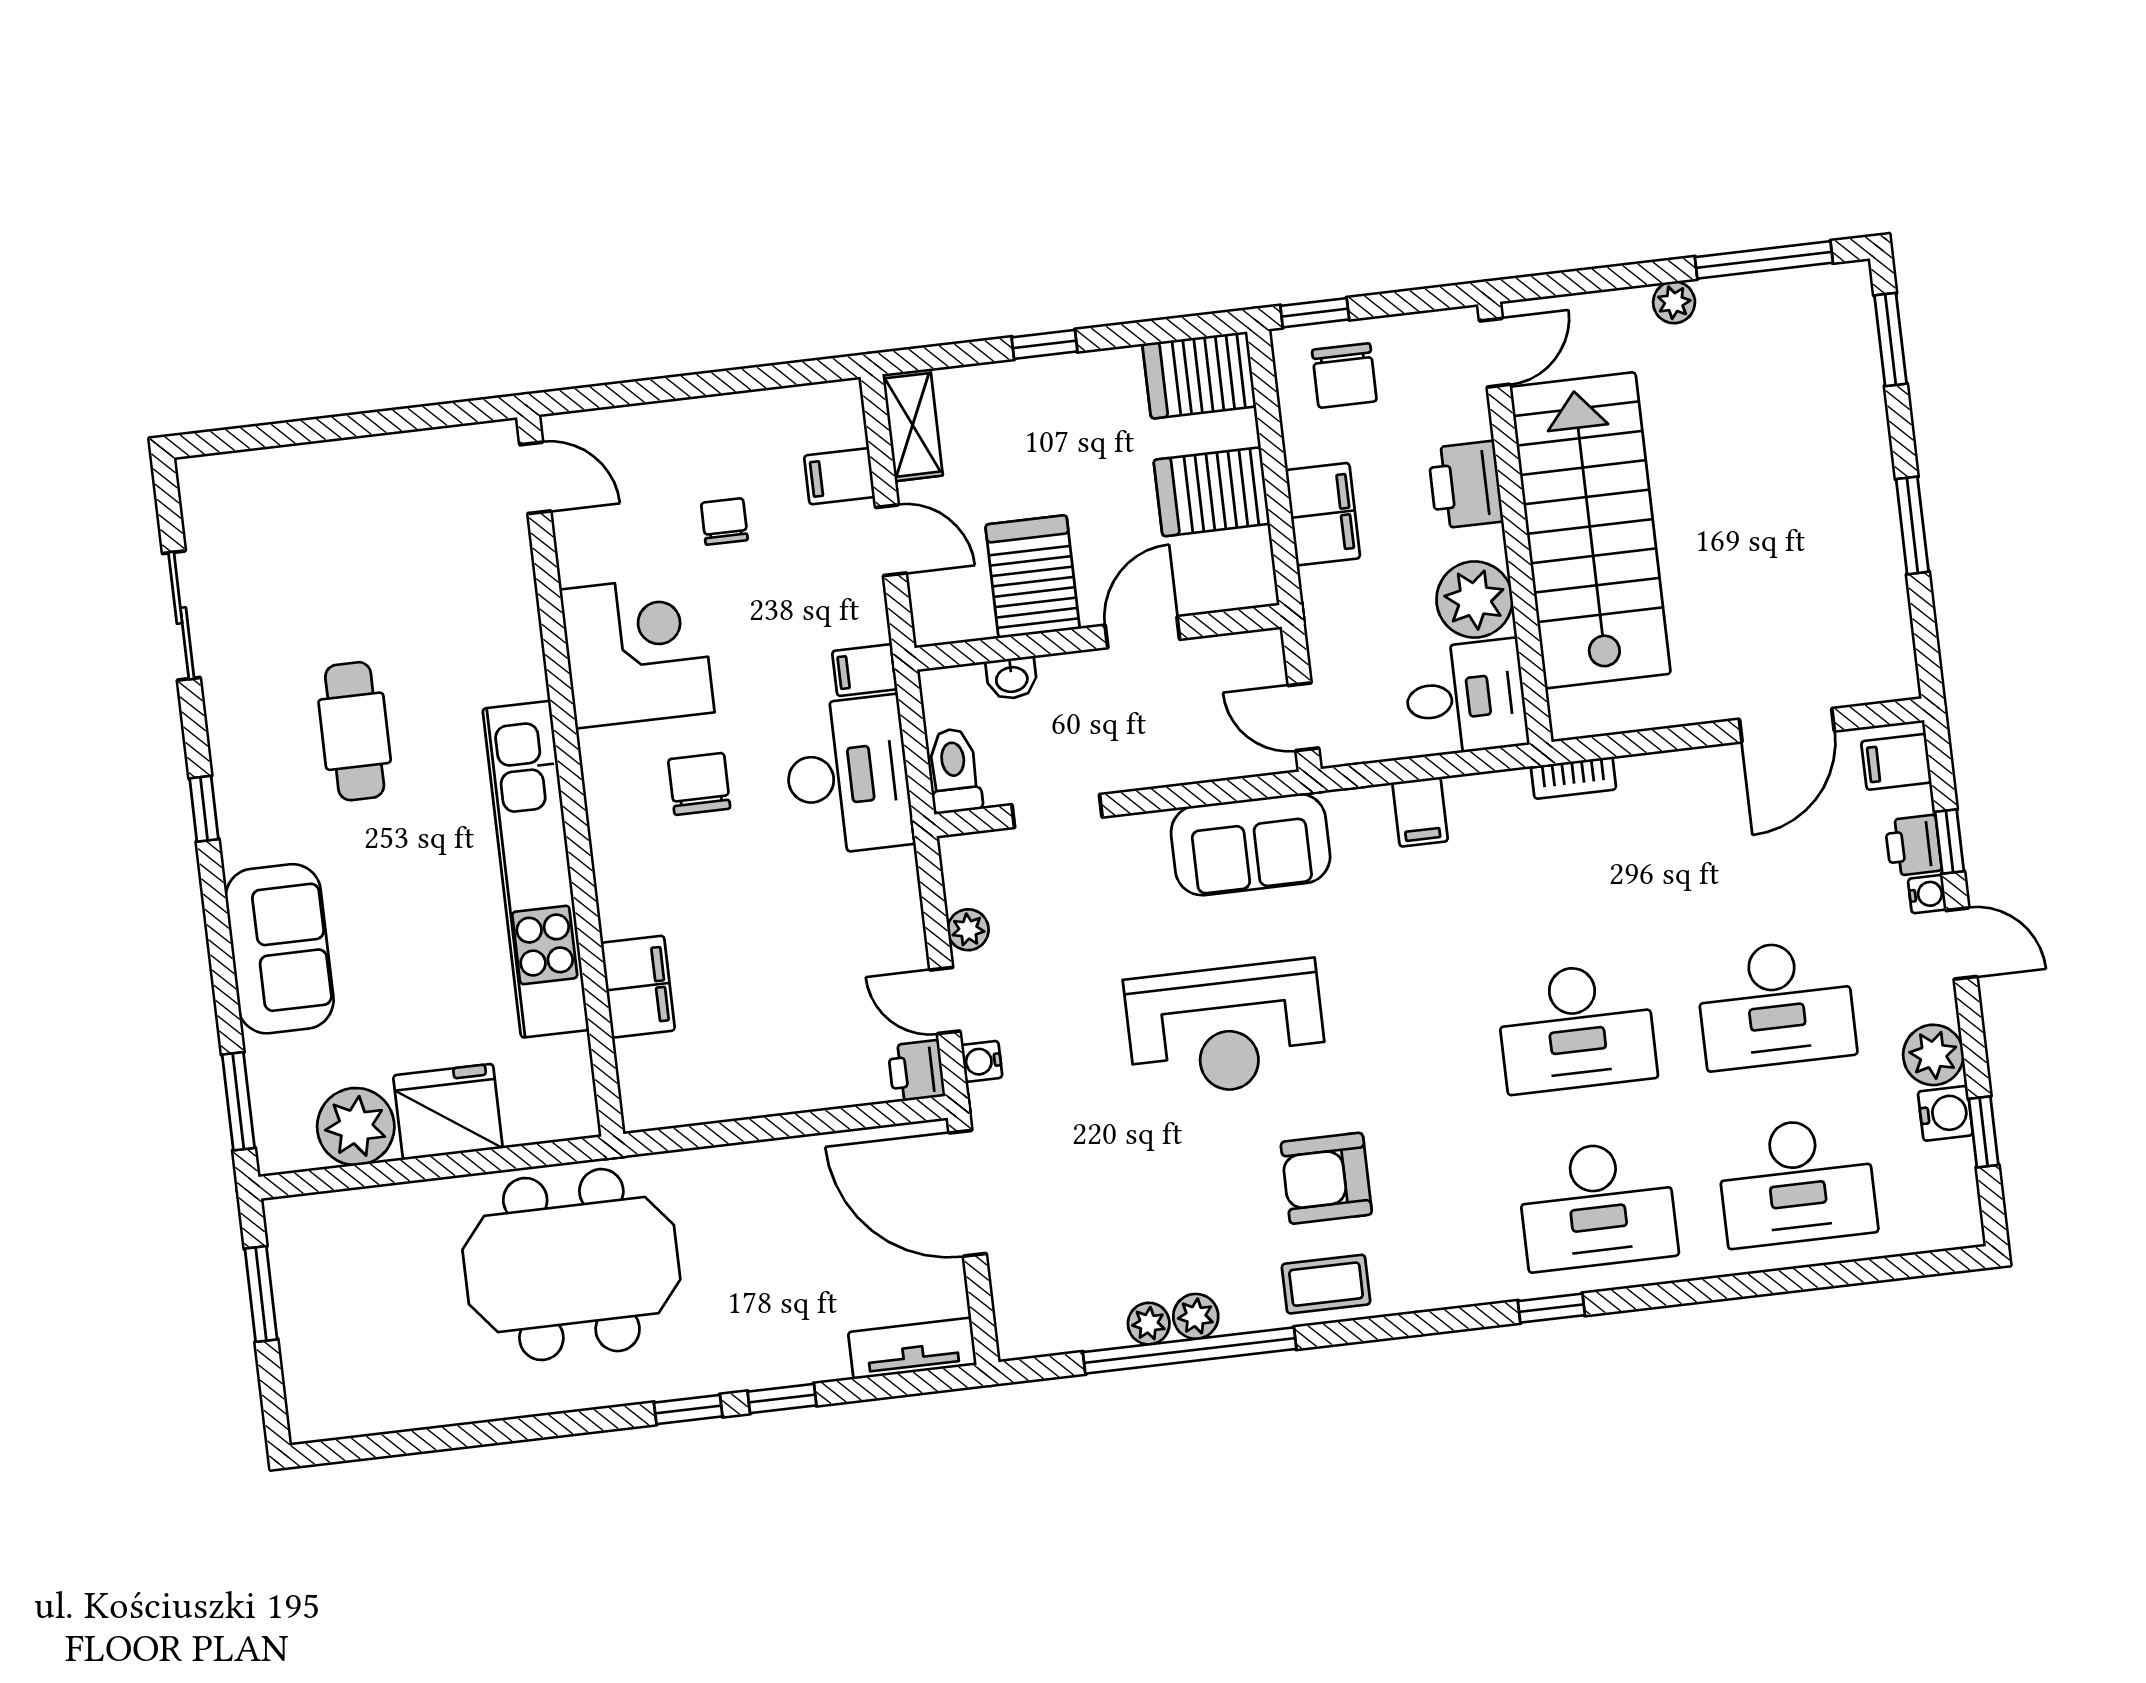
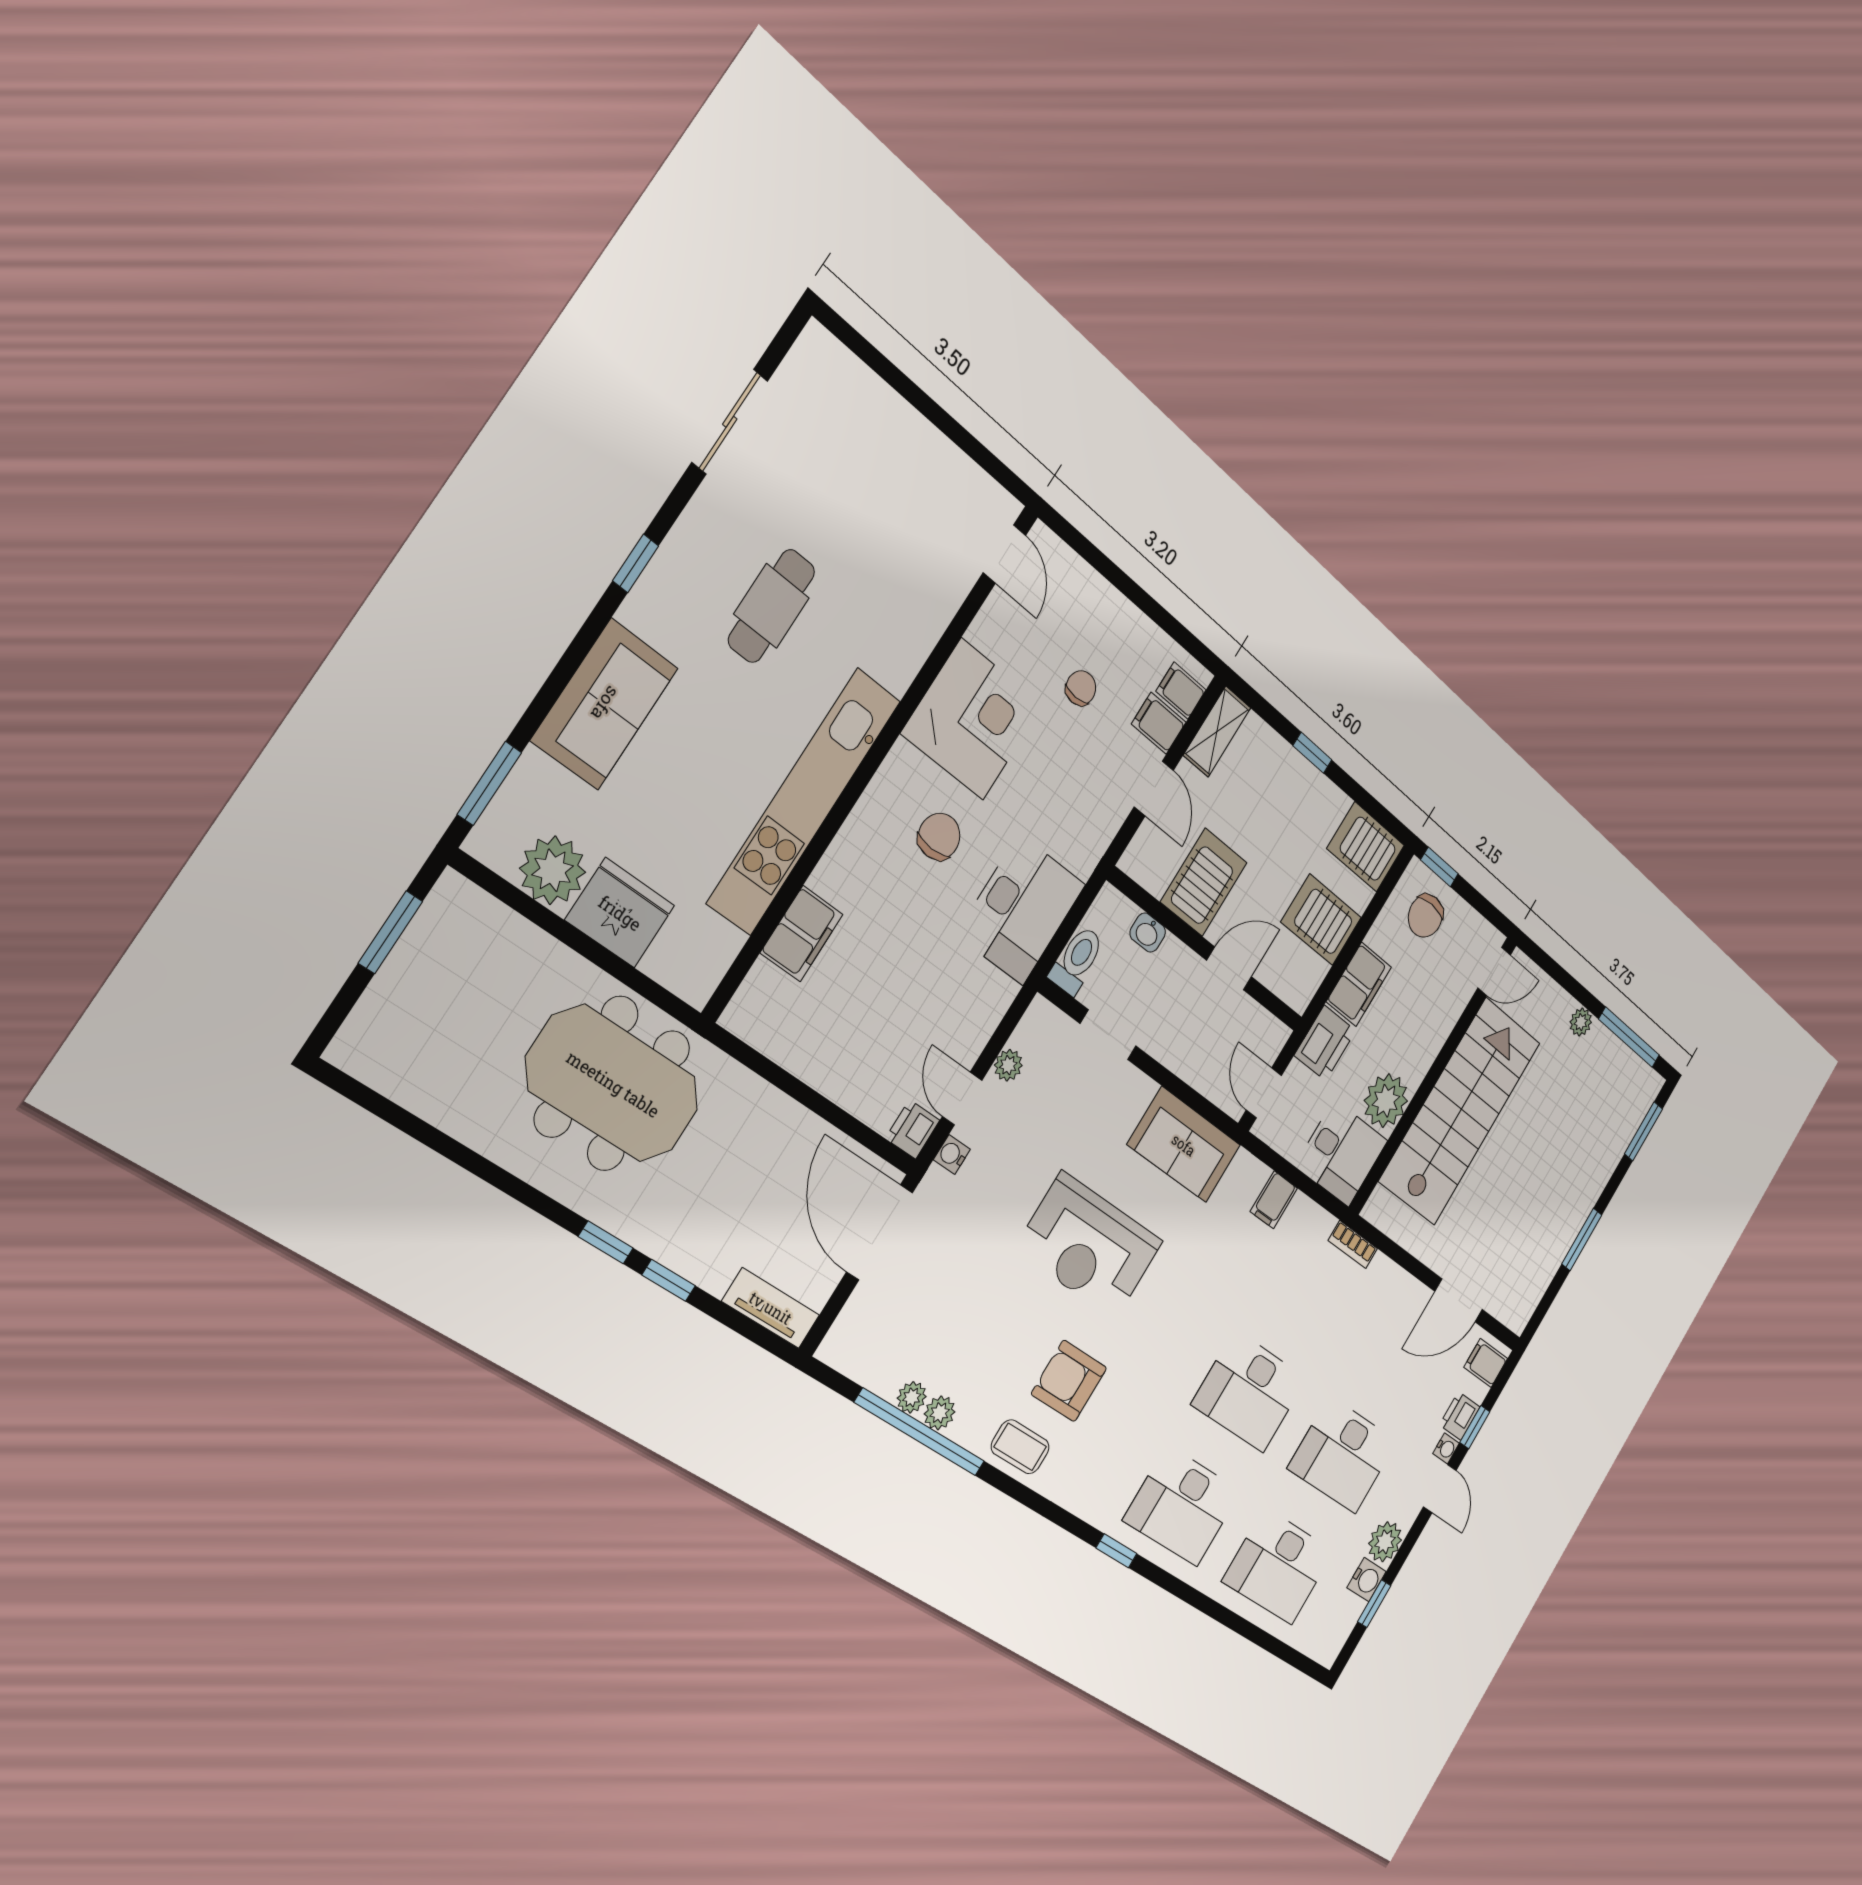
printer: (1465, 485) -> (1325, 1043), moved, turned 180
filing cabinet: (865, 670) -> (1181, 691), moved

